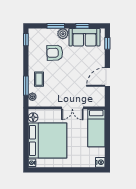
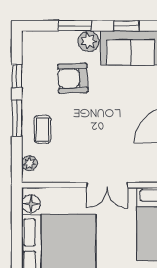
window: (26, 40) -> (17, 76), moved
window: (26, 86) -> (17, 118), moved

